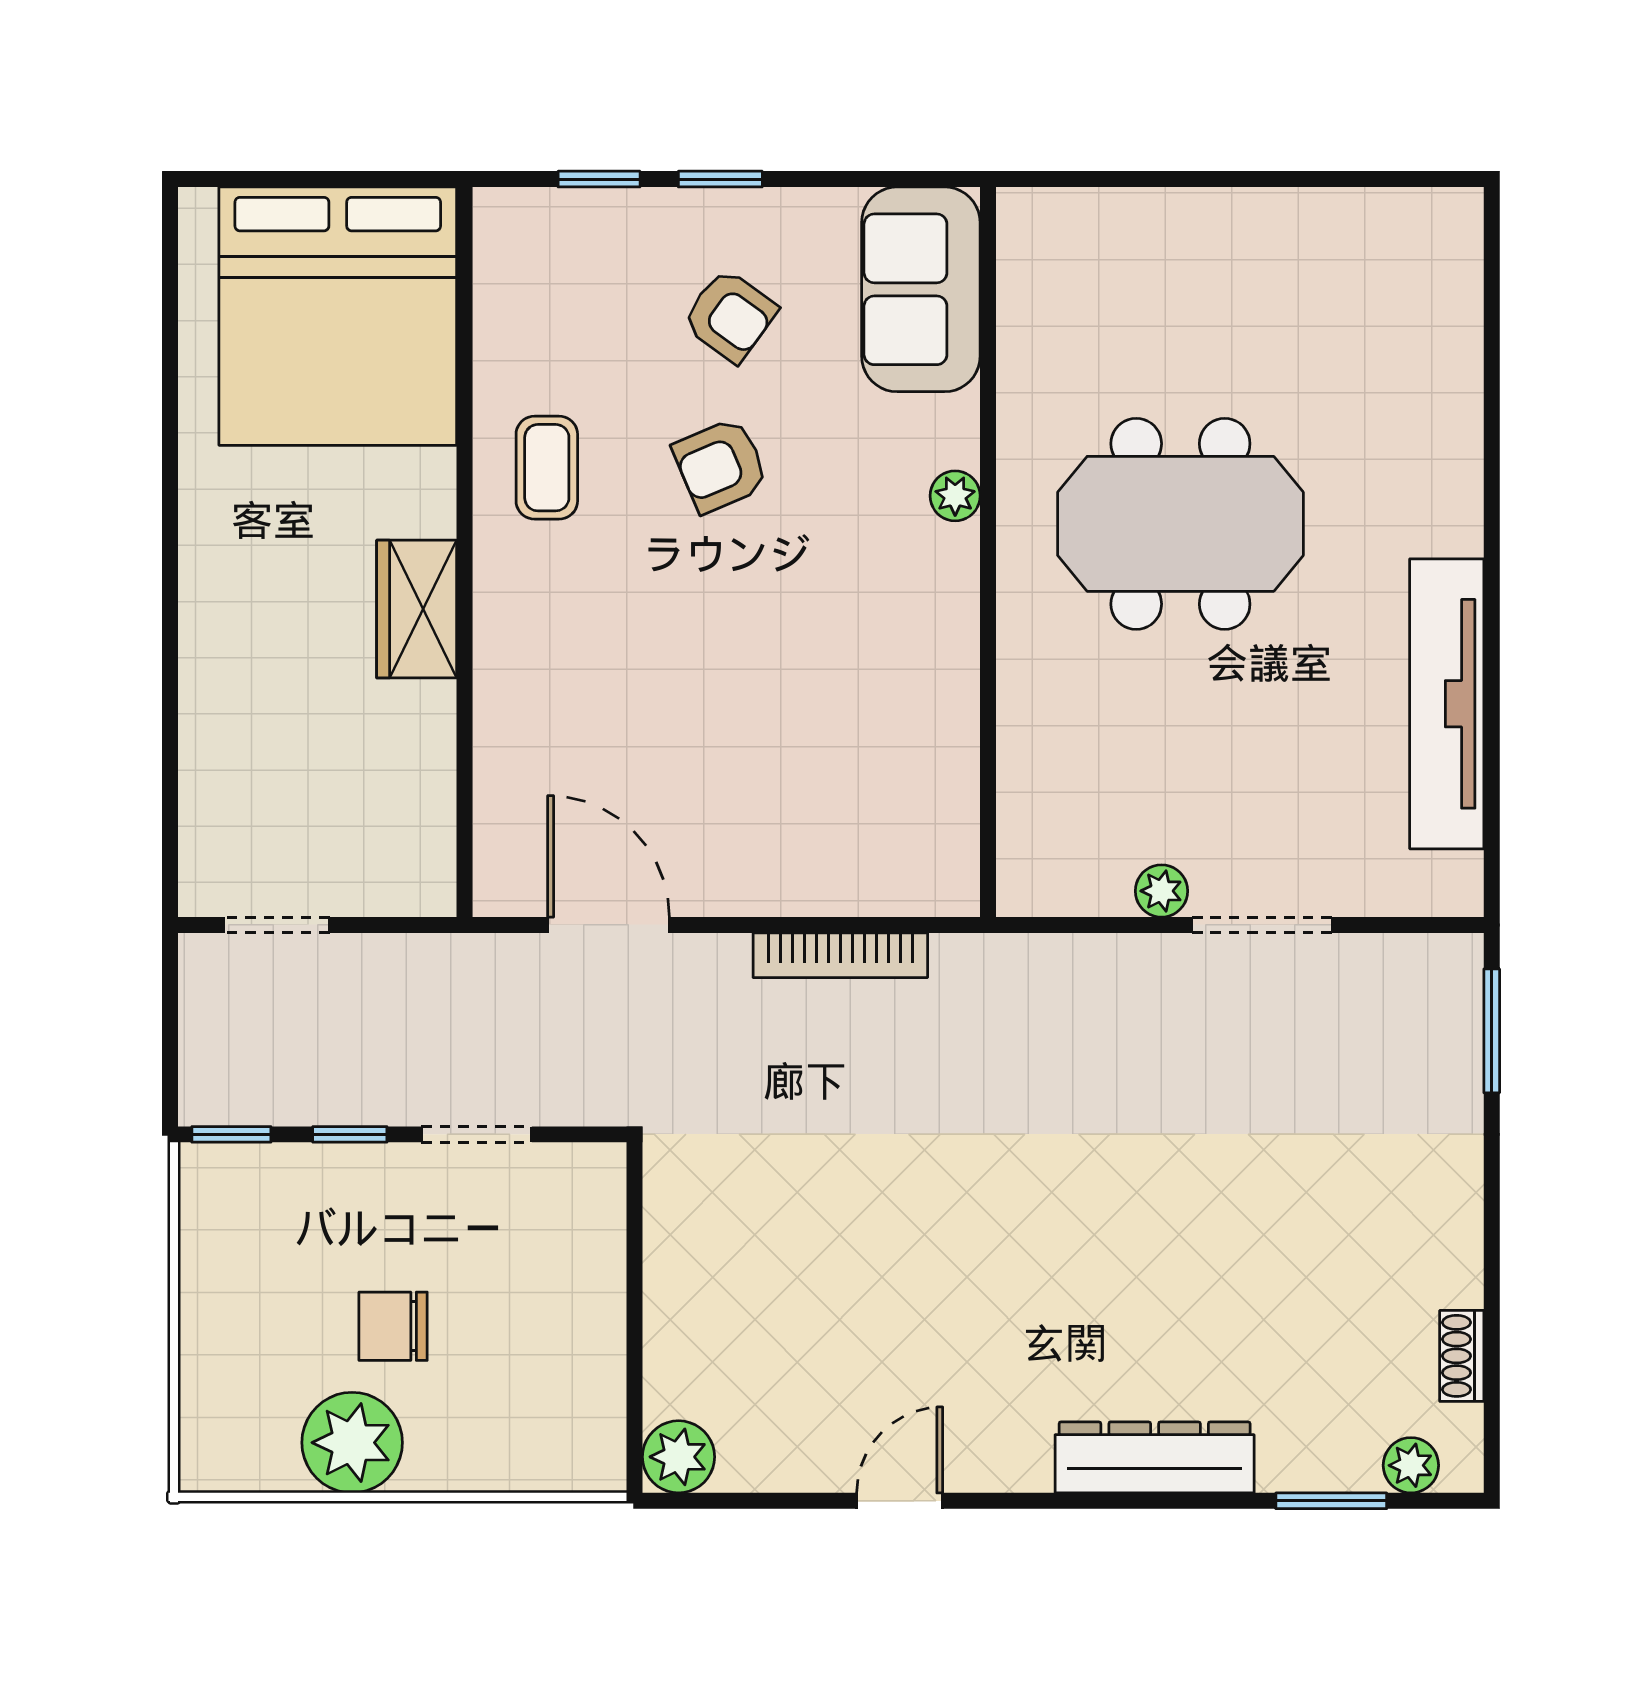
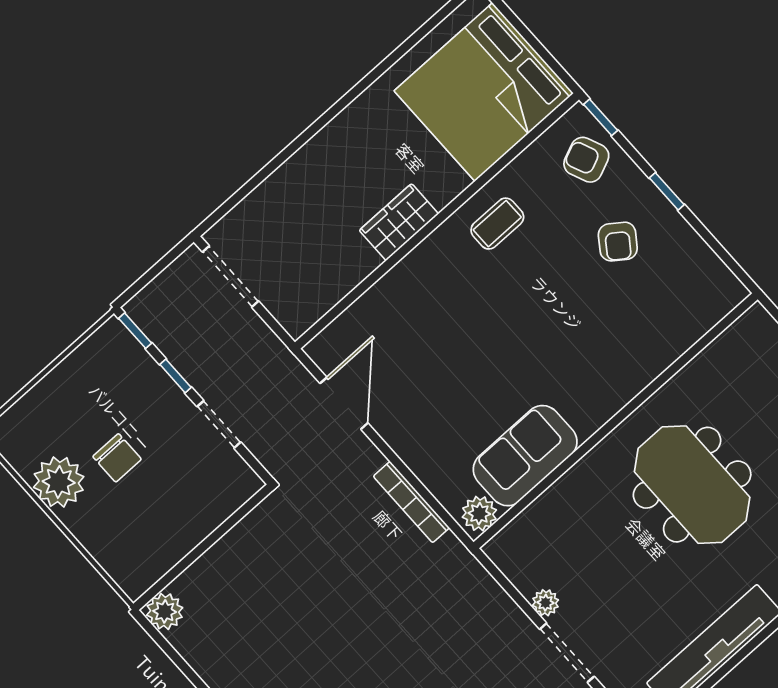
window: (599, 179) -> (601, 117), moved
sofa: (921, 289) -> (525, 456), moved
armchair: (721, 465) -> (586, 160), moved
plant: (955, 496) -> (479, 514), moved, width x1.38, depth x1.38
doorway: (277, 925) -> (231, 276), width x1.38
chair: (393, 1326) -> (117, 458), turned 180

